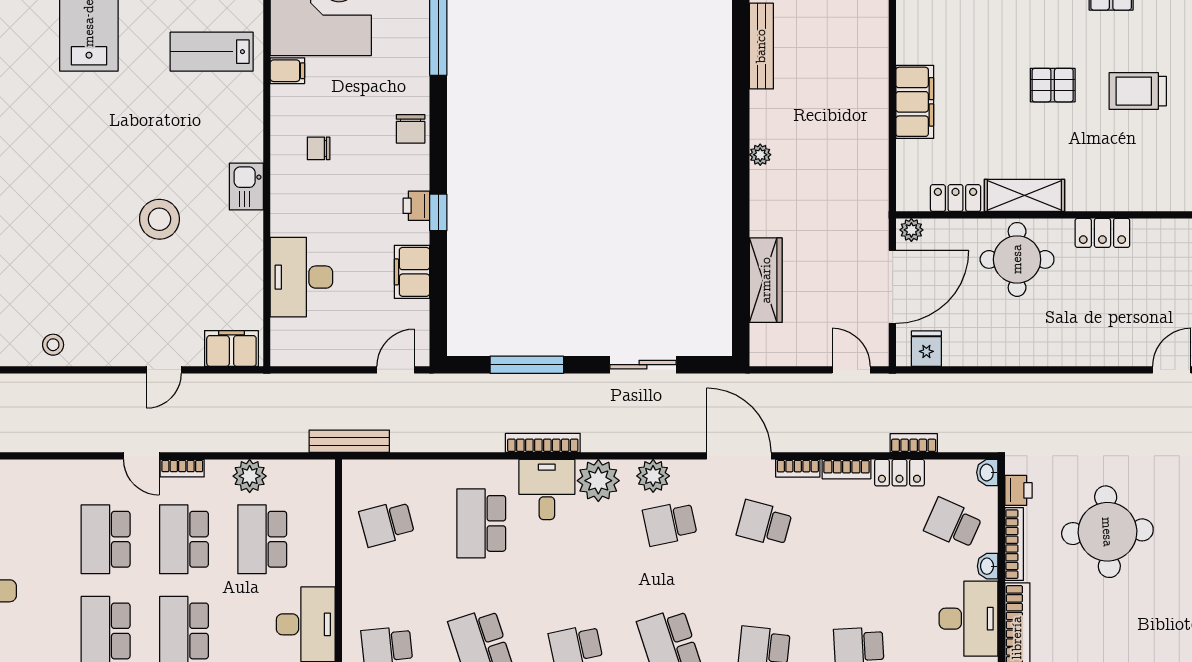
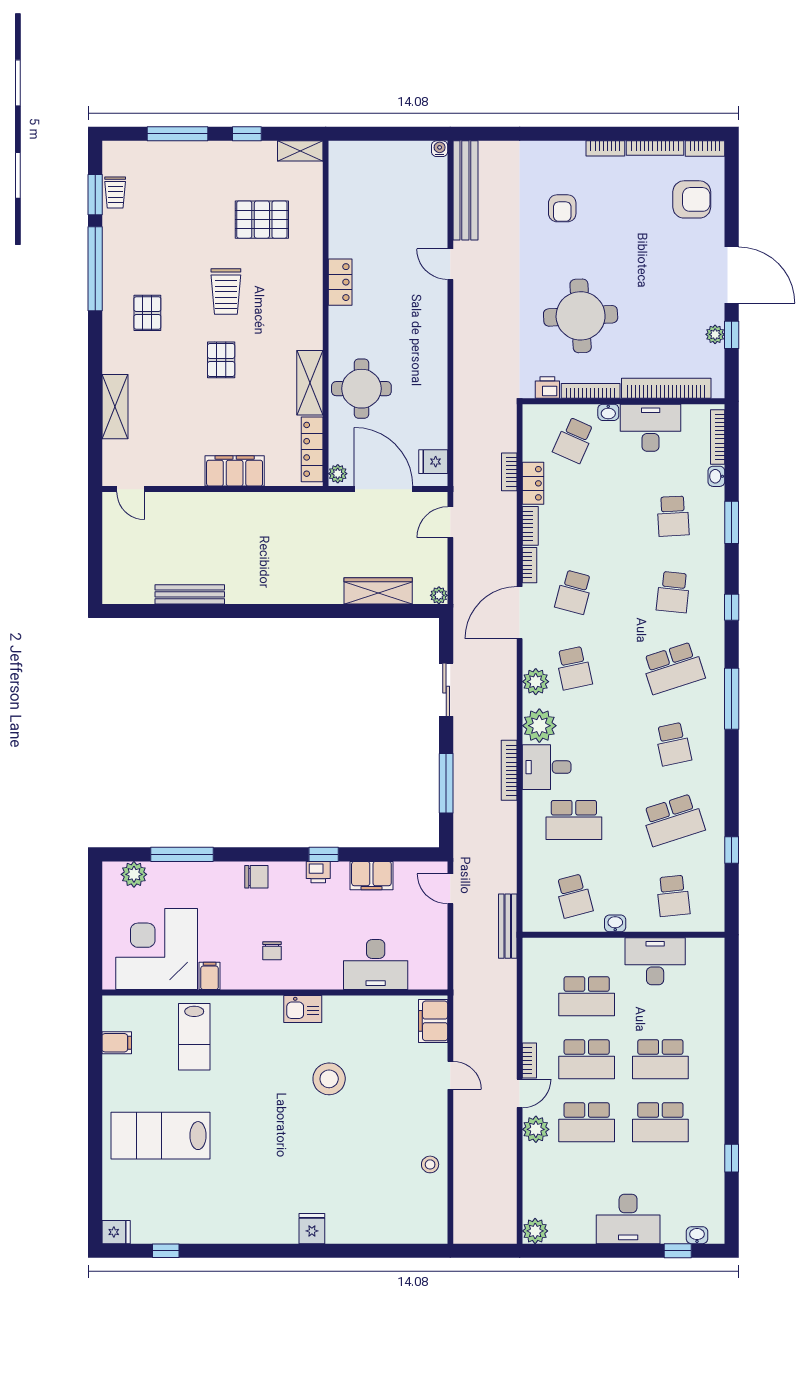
plant: (760, 155) -> (439, 595), moved
locker: (956, 198) -> (312, 449), width x1.53
locker: (1102, 233) -> (340, 282), moved
washbasin: (987, 472) -> (615, 923), moved, turned 180
plant: (250, 476) -> (536, 1129), moved

